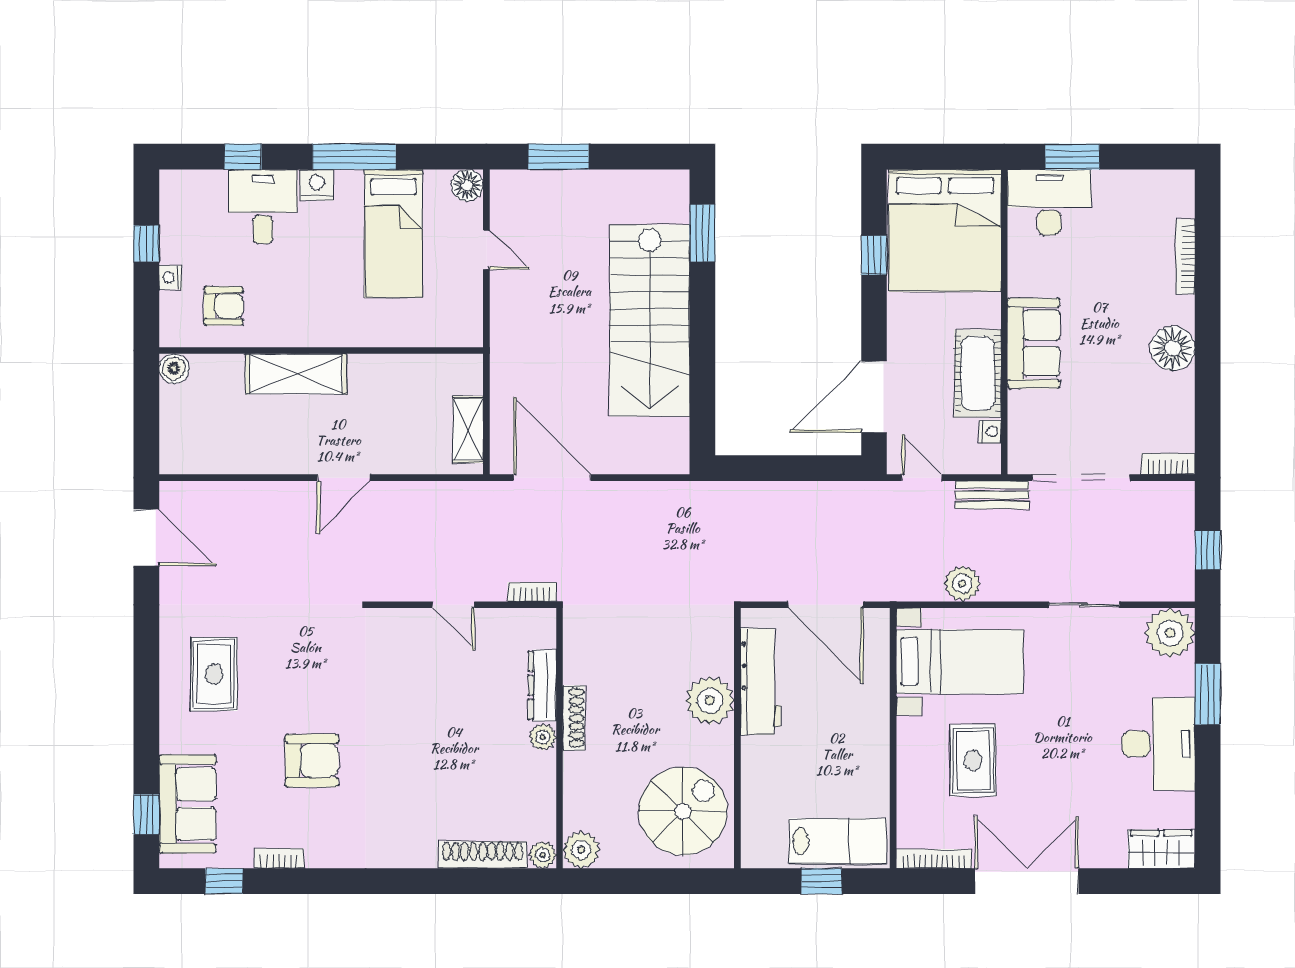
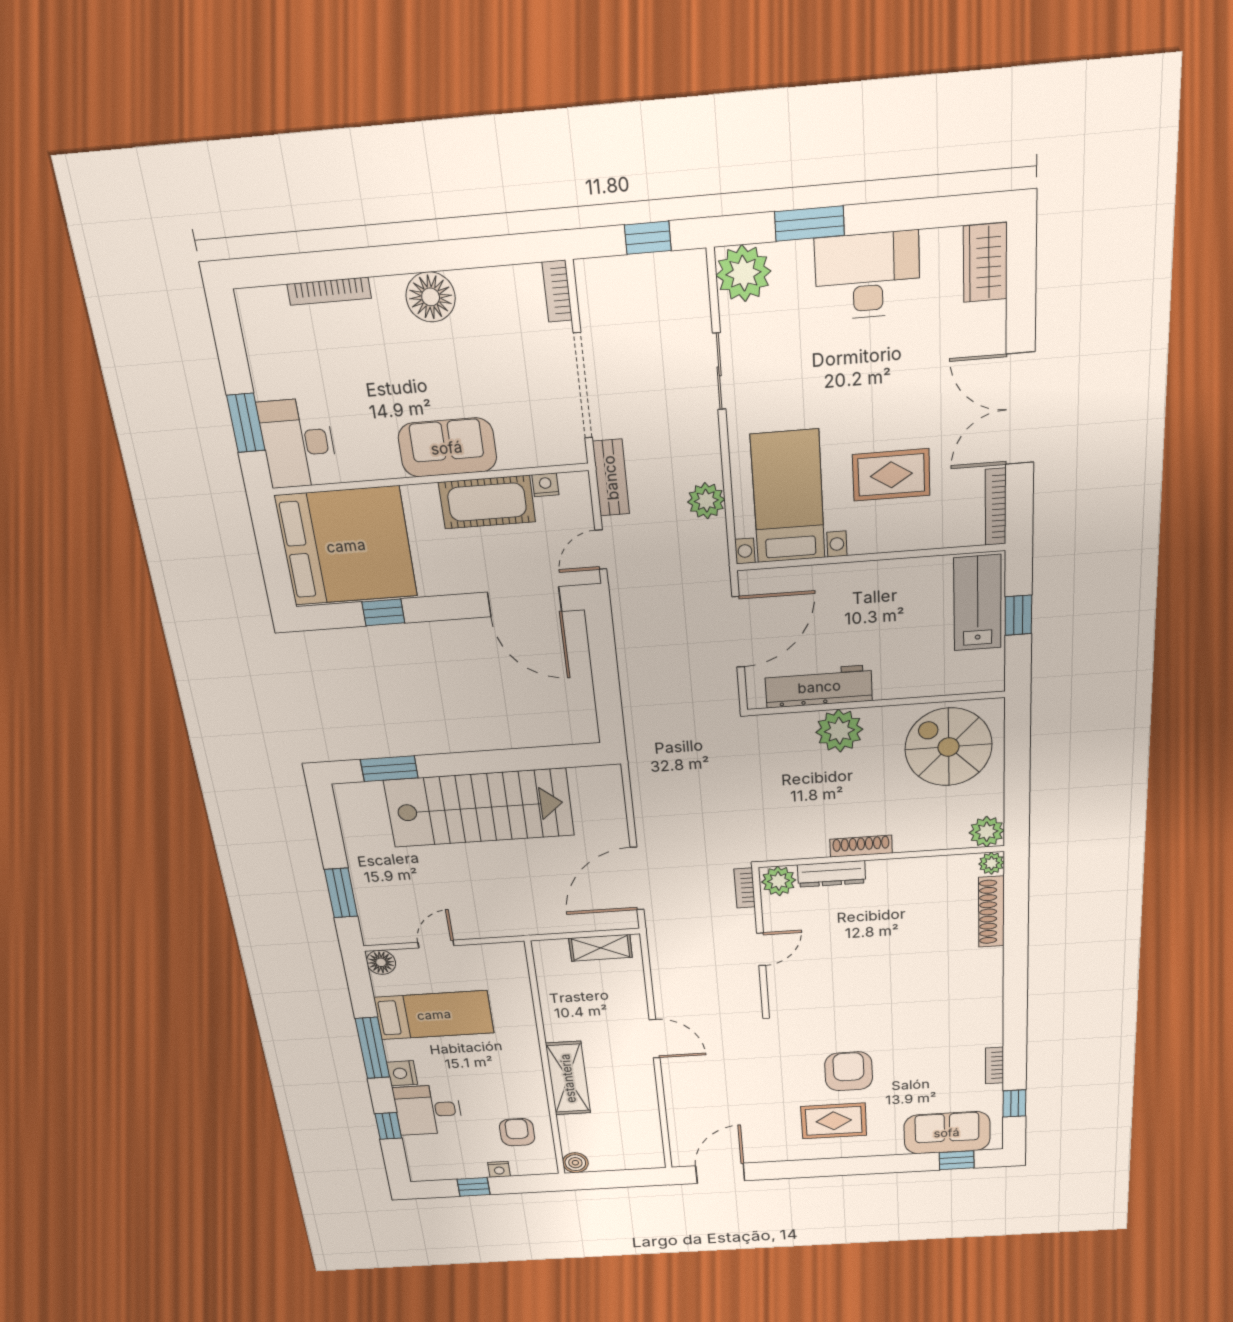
plant: (543, 737) -> (779, 881), moved, width x1.38, depth x1.38
armchair: (312, 761) -> (849, 1071), moved

